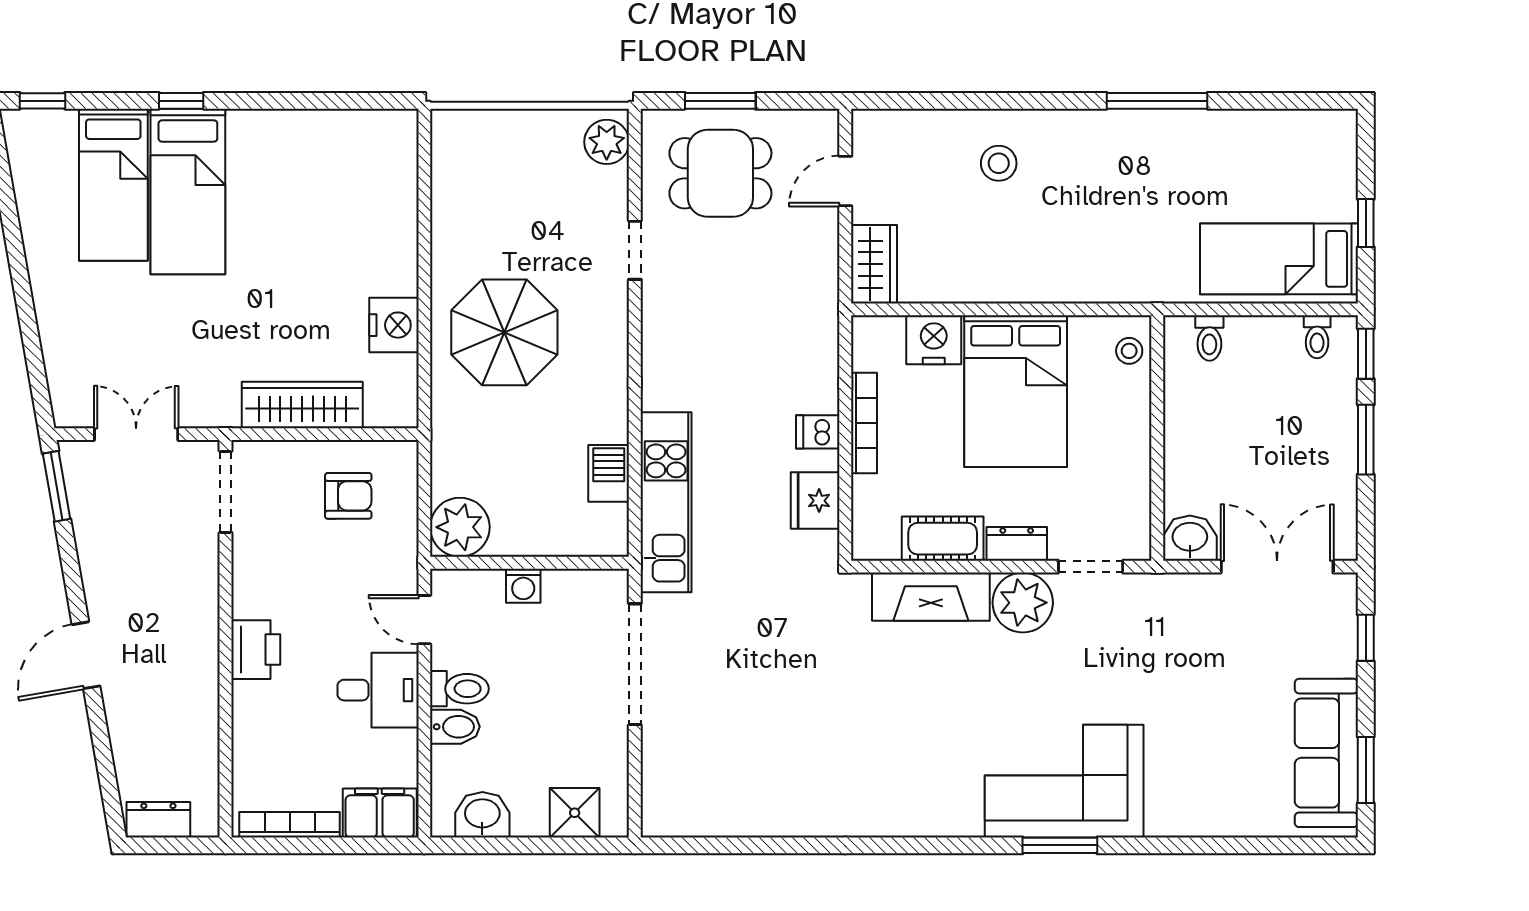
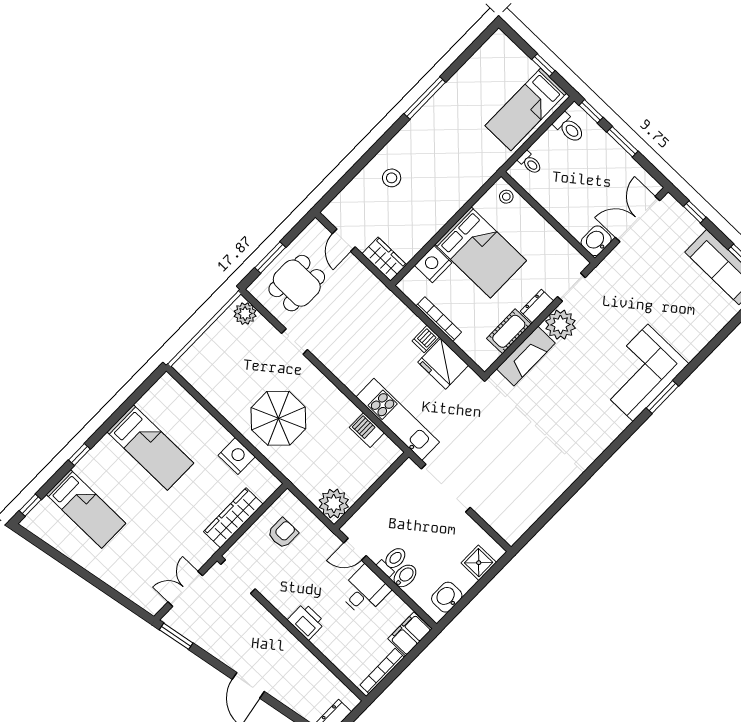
bed: (188, 191) -> (150, 447), moved
toilet: (1317, 337) -> (569, 128), width x1.37, depth x1.39
fridge: (815, 501) -> (443, 364), width x1.36, depth x1.34
washing machine: (523, 586) -> (378, 501), removed

